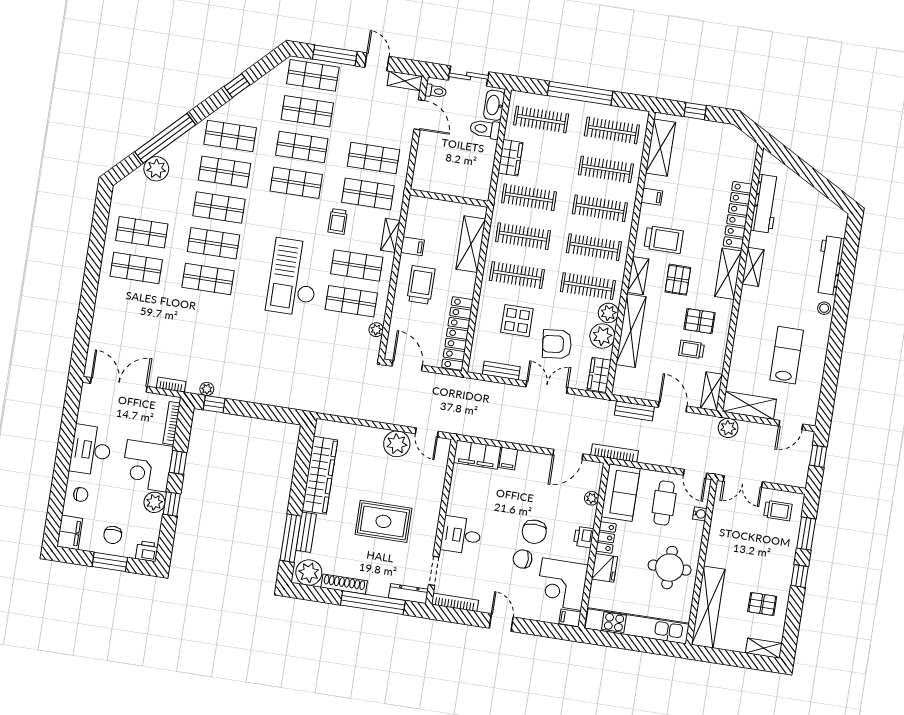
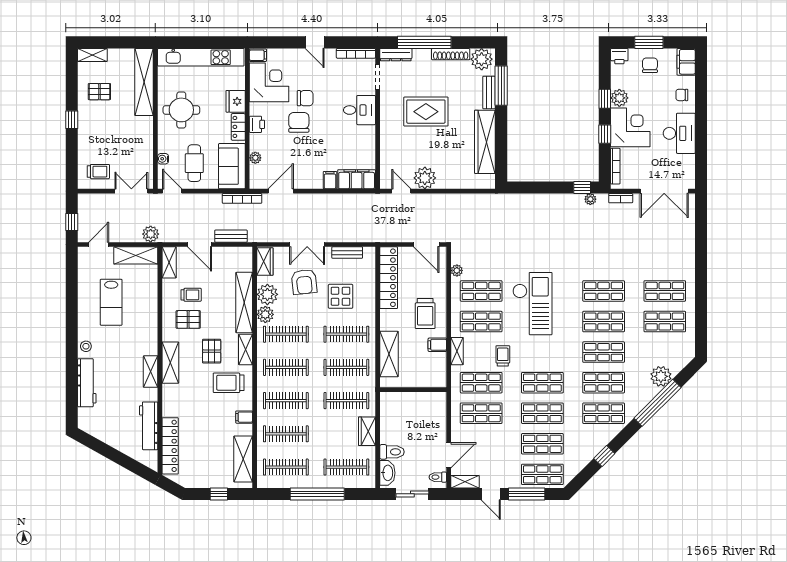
door: (419, 115) -> (449, 455), swing flipped
locker: (738, 215) -> (170, 446), moved
armchair: (557, 344) -> (304, 282), turned 90
trolley: (778, 511) -> (98, 172), turned 180
window: (806, 534) -> (72, 156), removed

